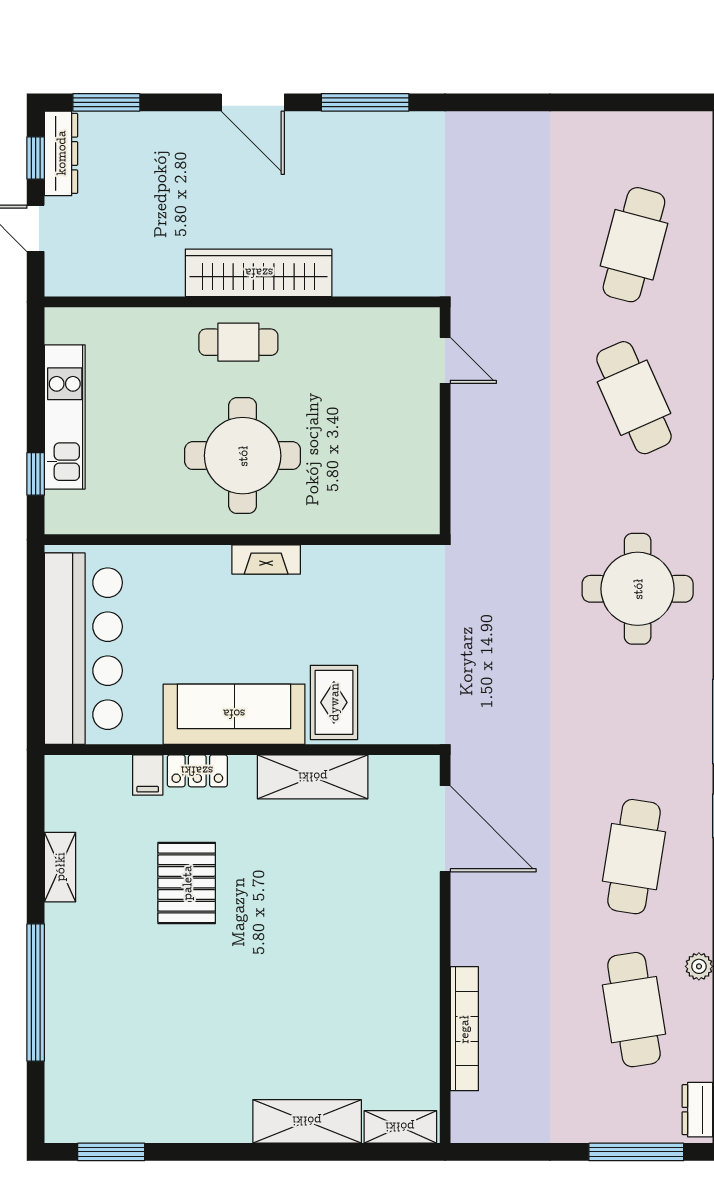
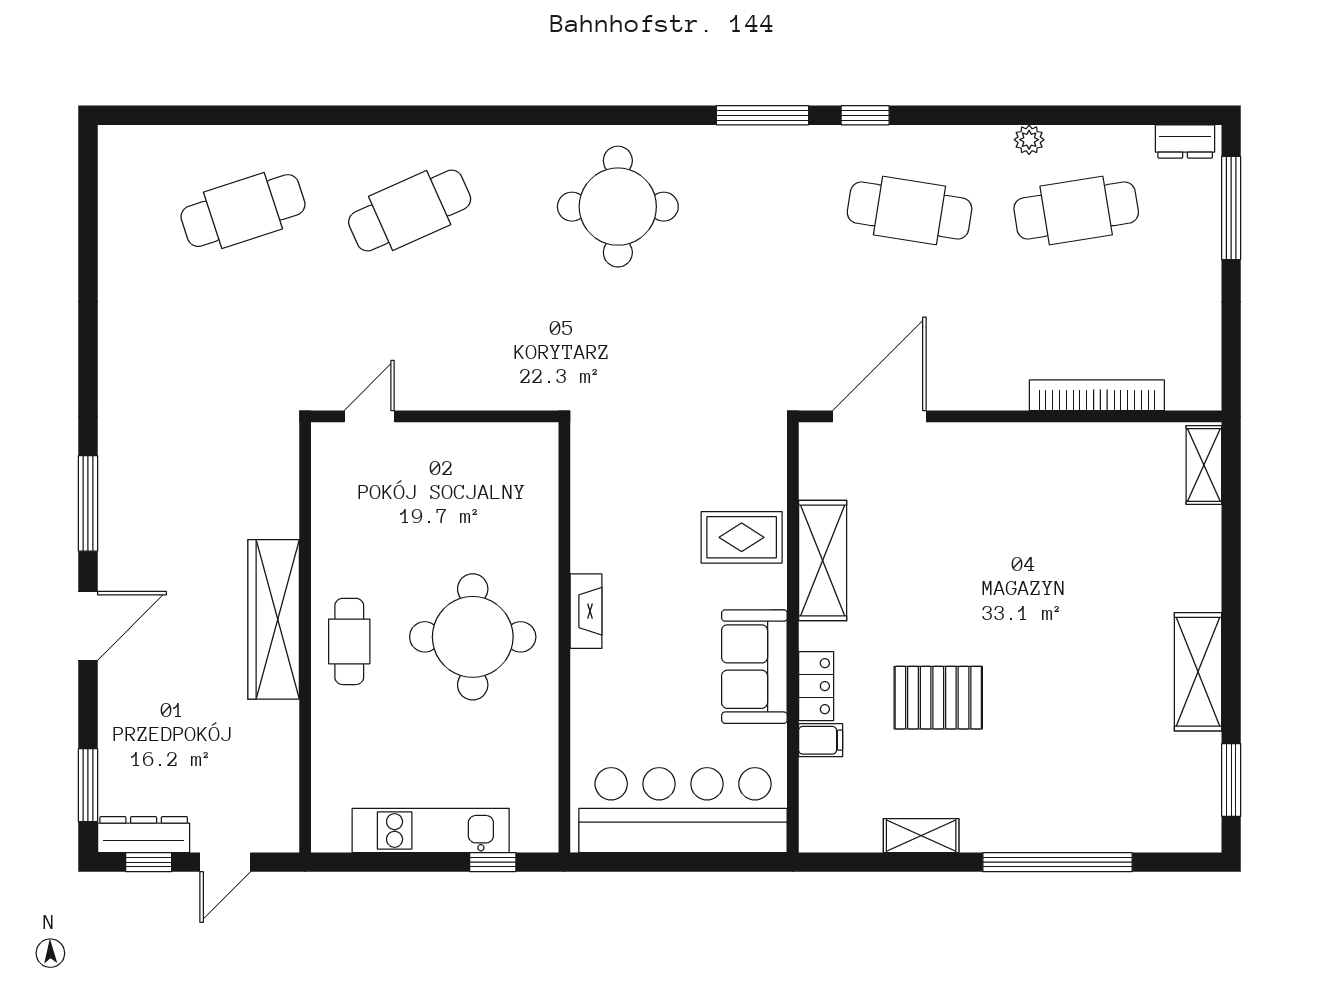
cafe table: (634, 245) -> (243, 211), turned -33
sofa: (234, 714) -> (754, 667), width x0.73
shelving: (307, 1121) -> (1198, 672), moved

